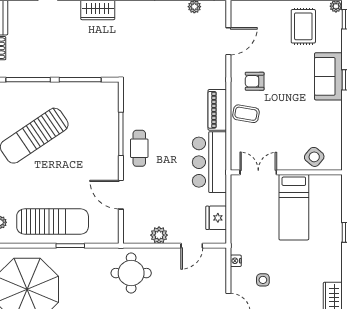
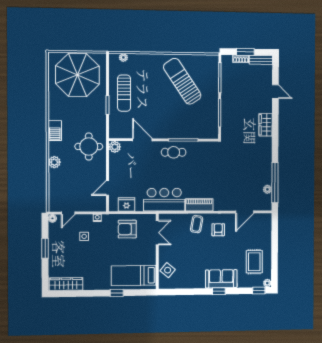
rug: (303, 26) -> (254, 262), turned 90
door: (228, 41) -> (245, 212), hinge flipped
door: (121, 195) -> (142, 140), hinge flipped
bed: (294, 207) -> (134, 275), moved
armchair: (253, 217) -> (127, 229), added
sun lounger: (53, 221) -> (124, 93), width x0.73, depth x0.75
plant: (159, 235) -> (115, 147), moved
door: (192, 246) -> (108, 188), hinge flipped

